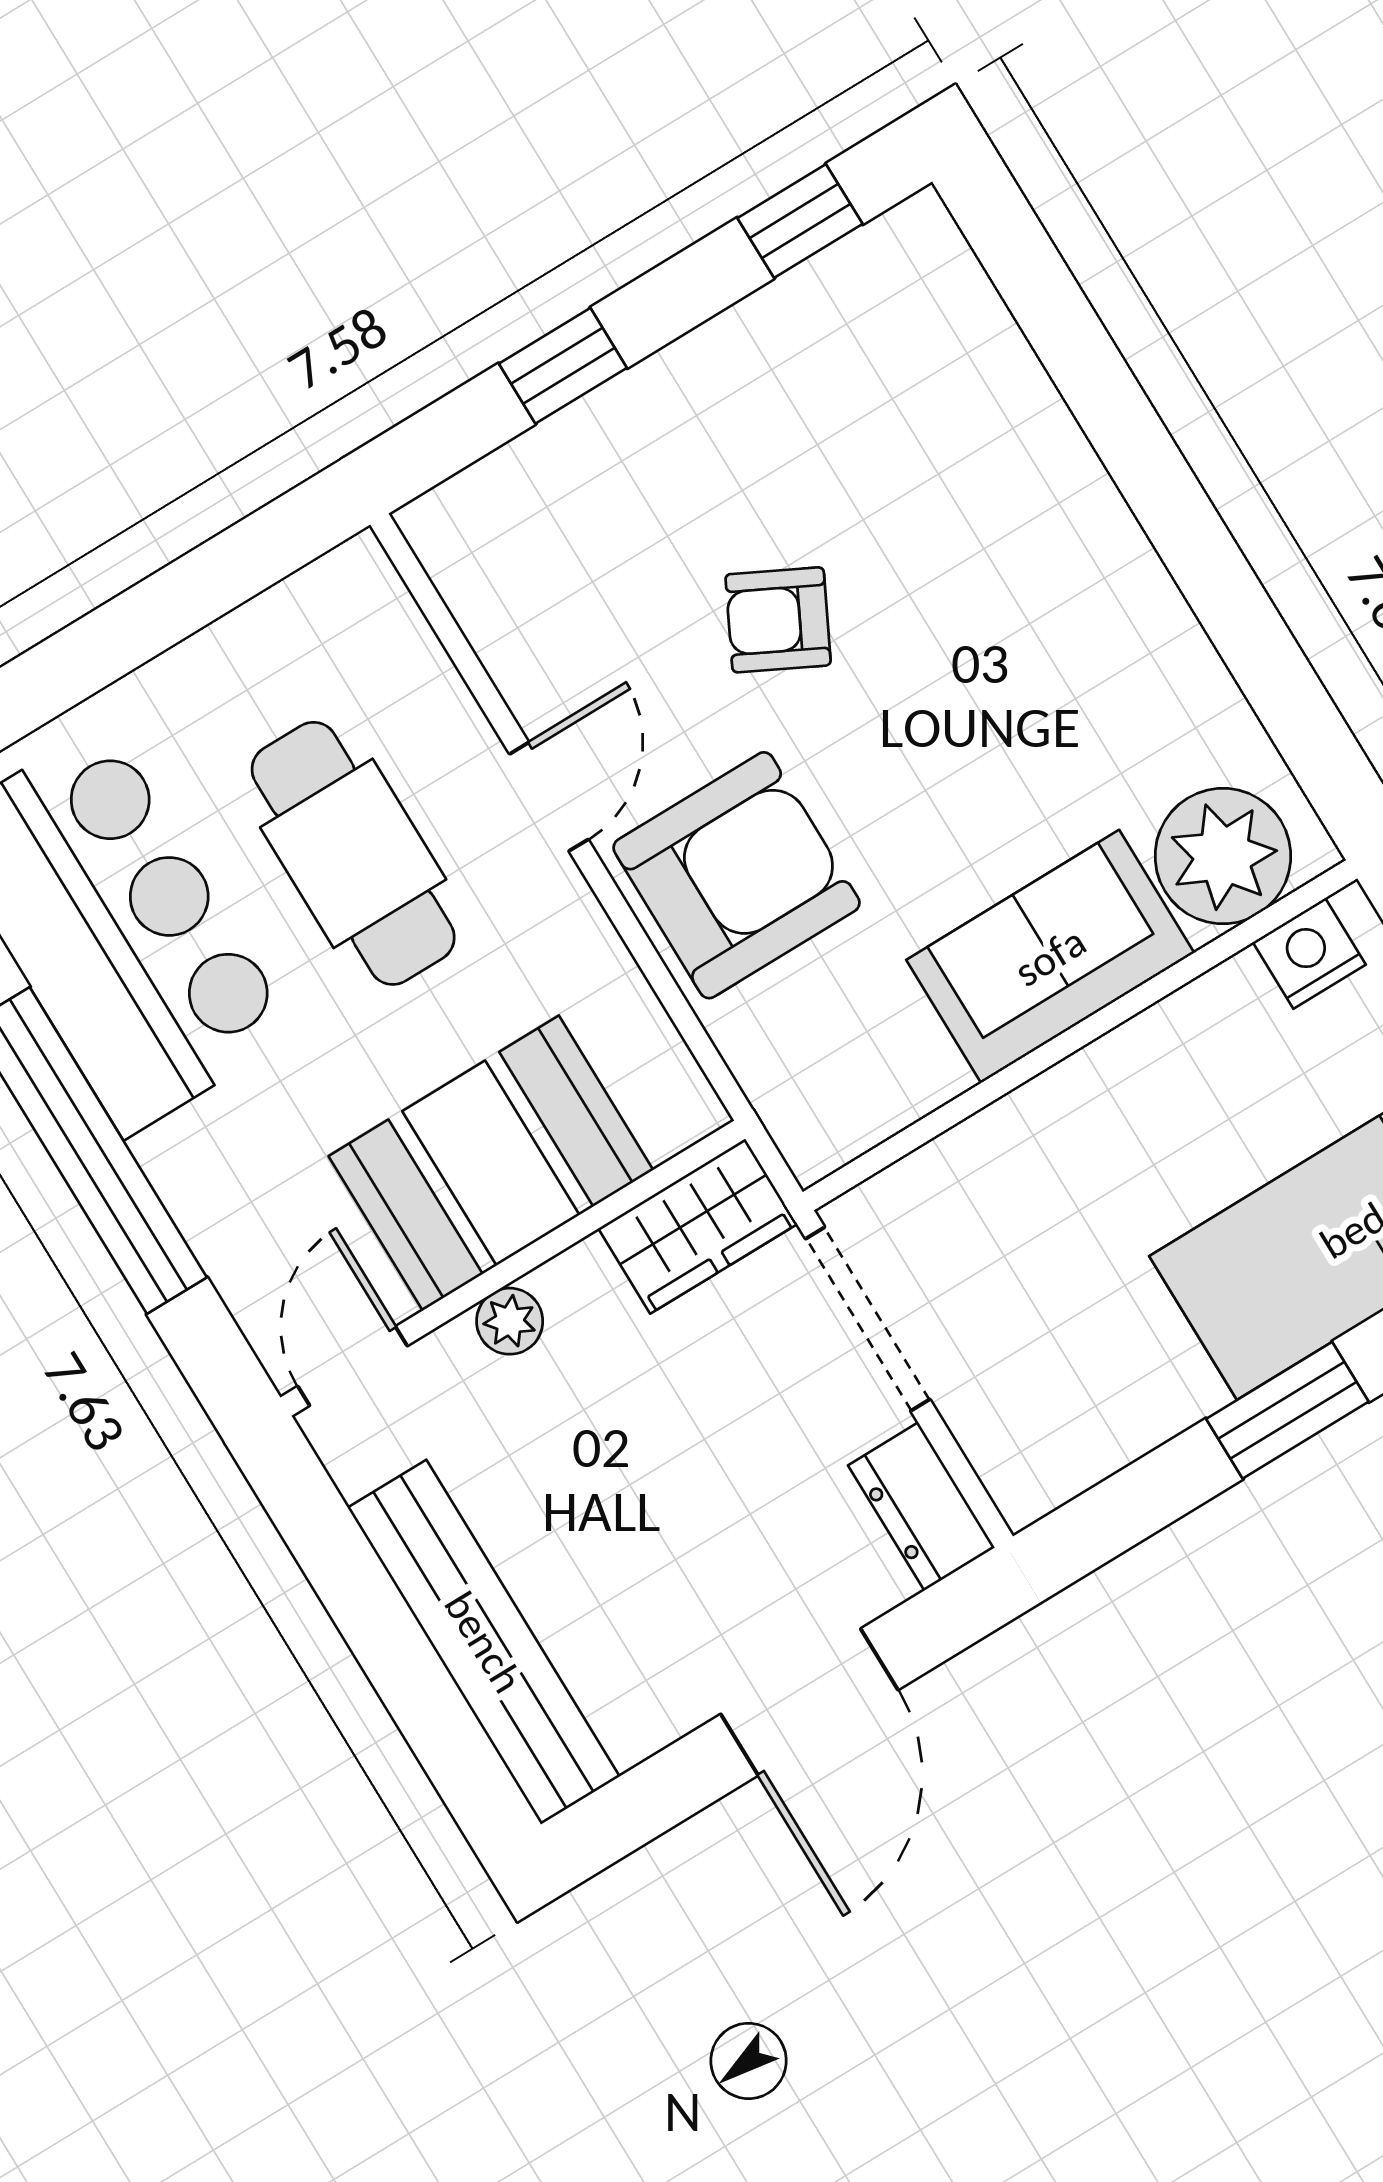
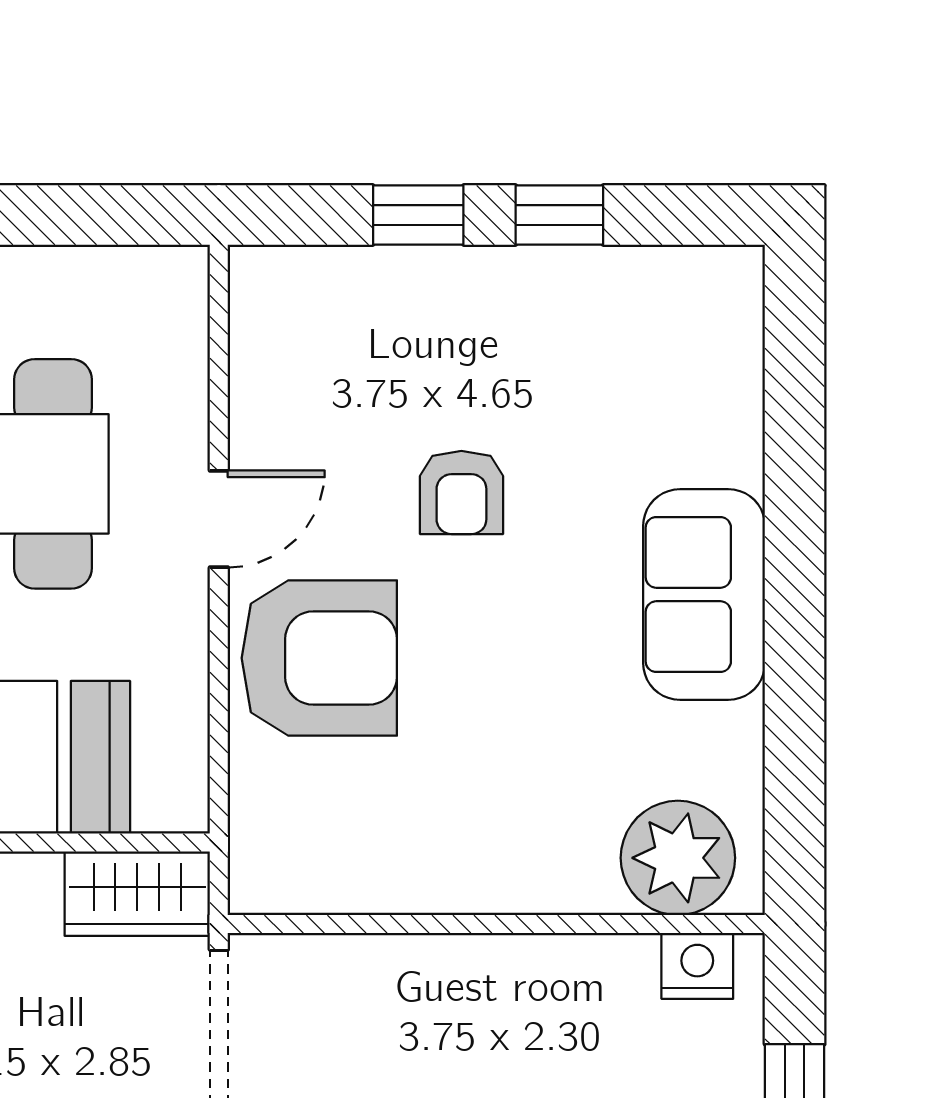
window: (800, 221) -> (559, 215), moved
armchair: (778, 620) -> (461, 492), turned -117
sofa: (1050, 956) -> (704, 595), moved, turned -90

